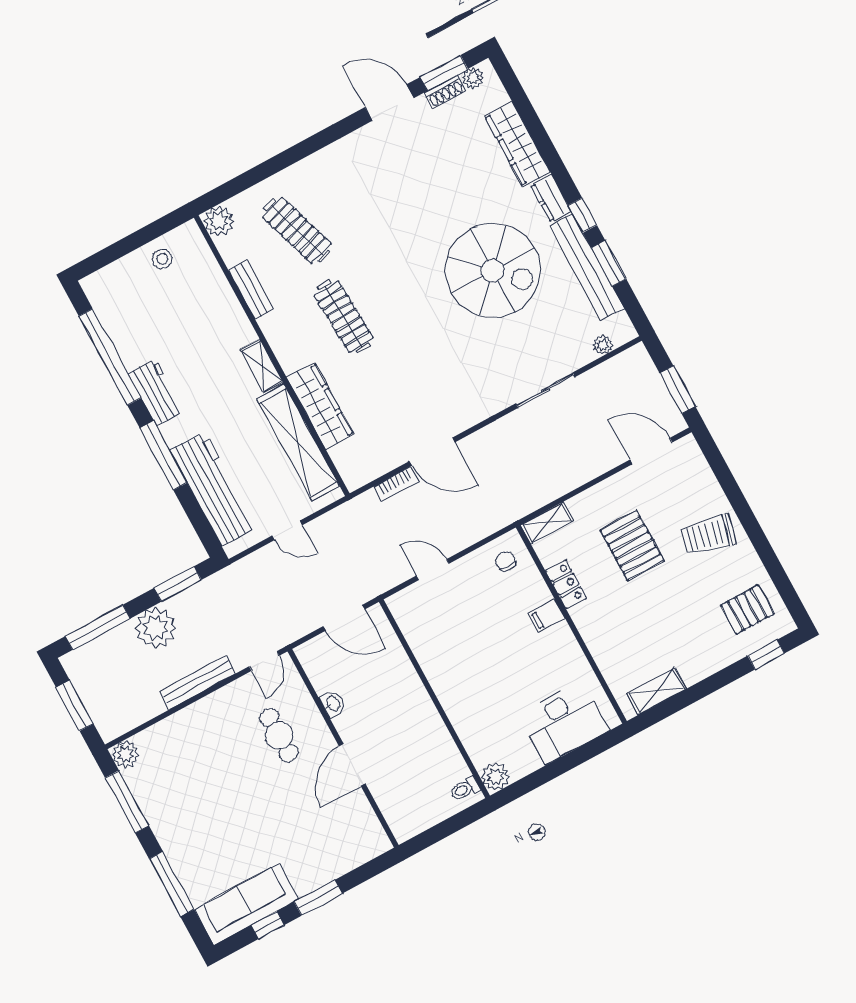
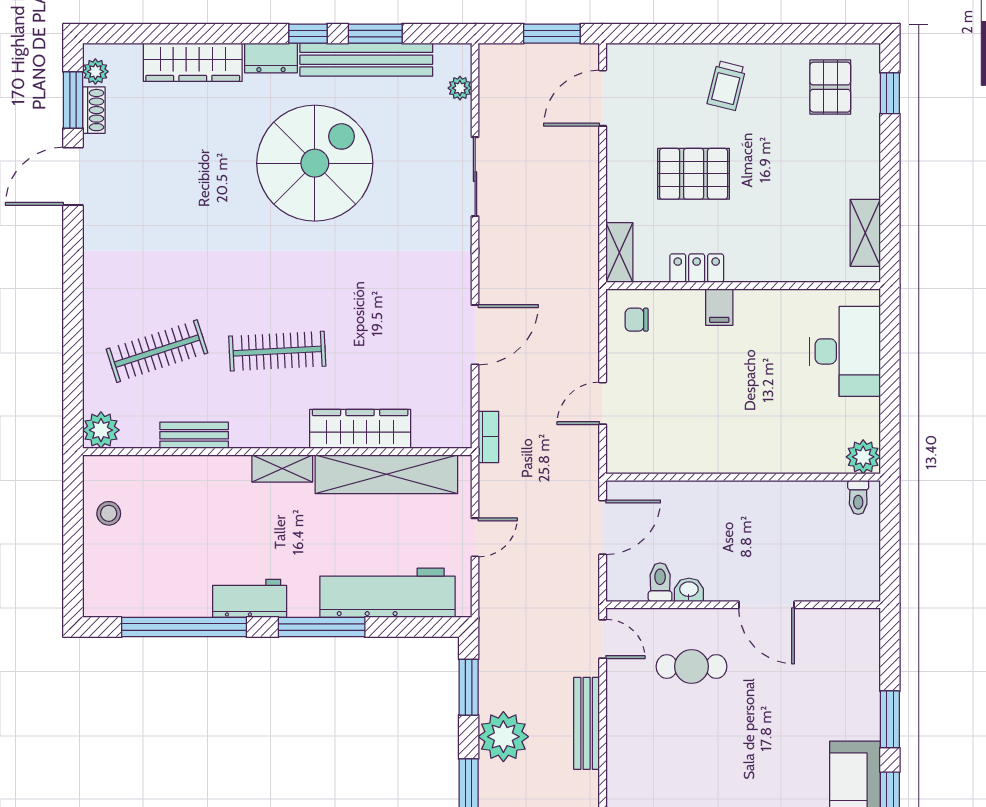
bookcase: (396, 484) -> (488, 437), moved
trolley: (708, 535) -> (726, 86), width x0.73, depth x0.72
toilet: (327, 680) -> (660, 582), added

